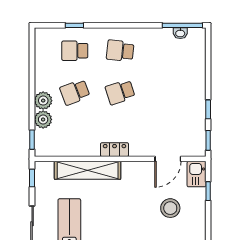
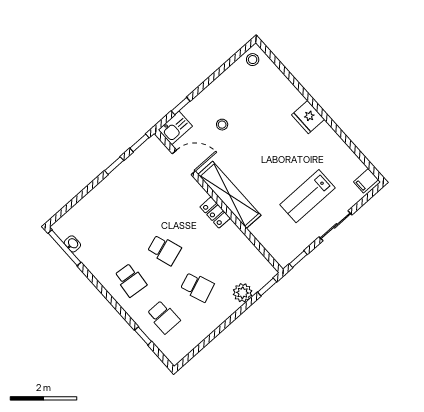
plant: (43, 101) -> (227, 306), removed
shelving: (88, 170) -> (230, 195), moved
stool: (170, 208) -> (222, 125), width x0.53, depth x0.53

